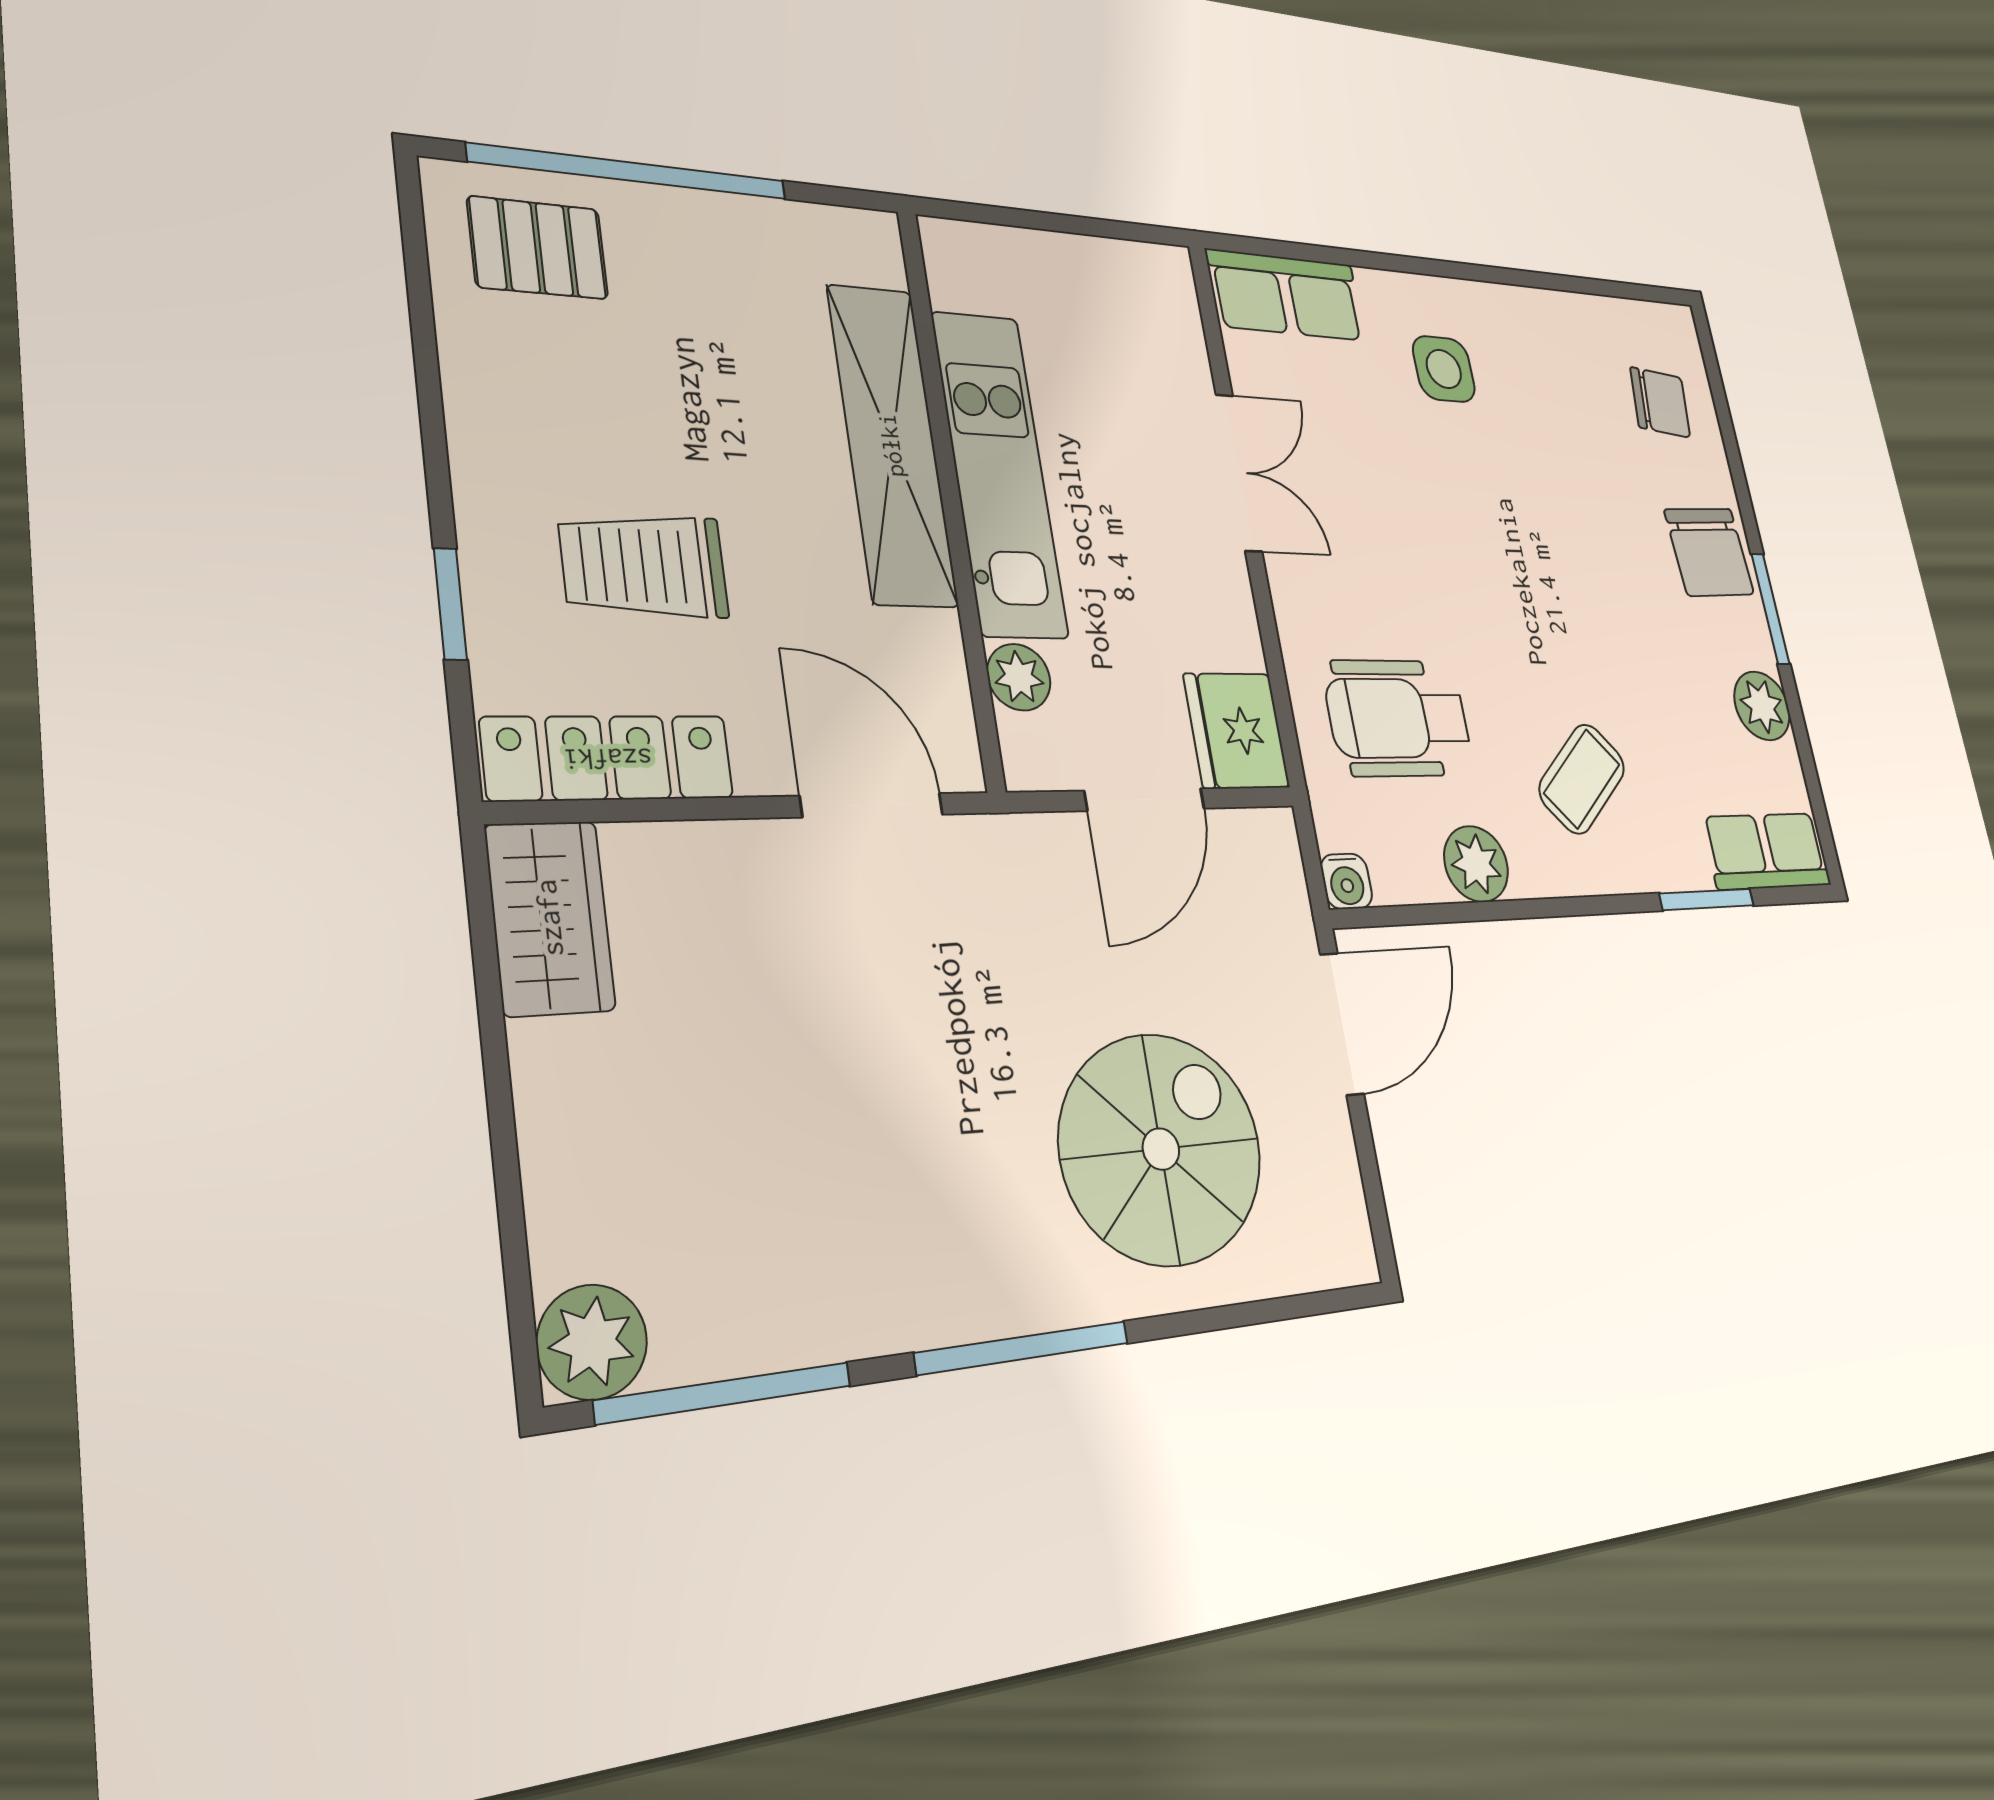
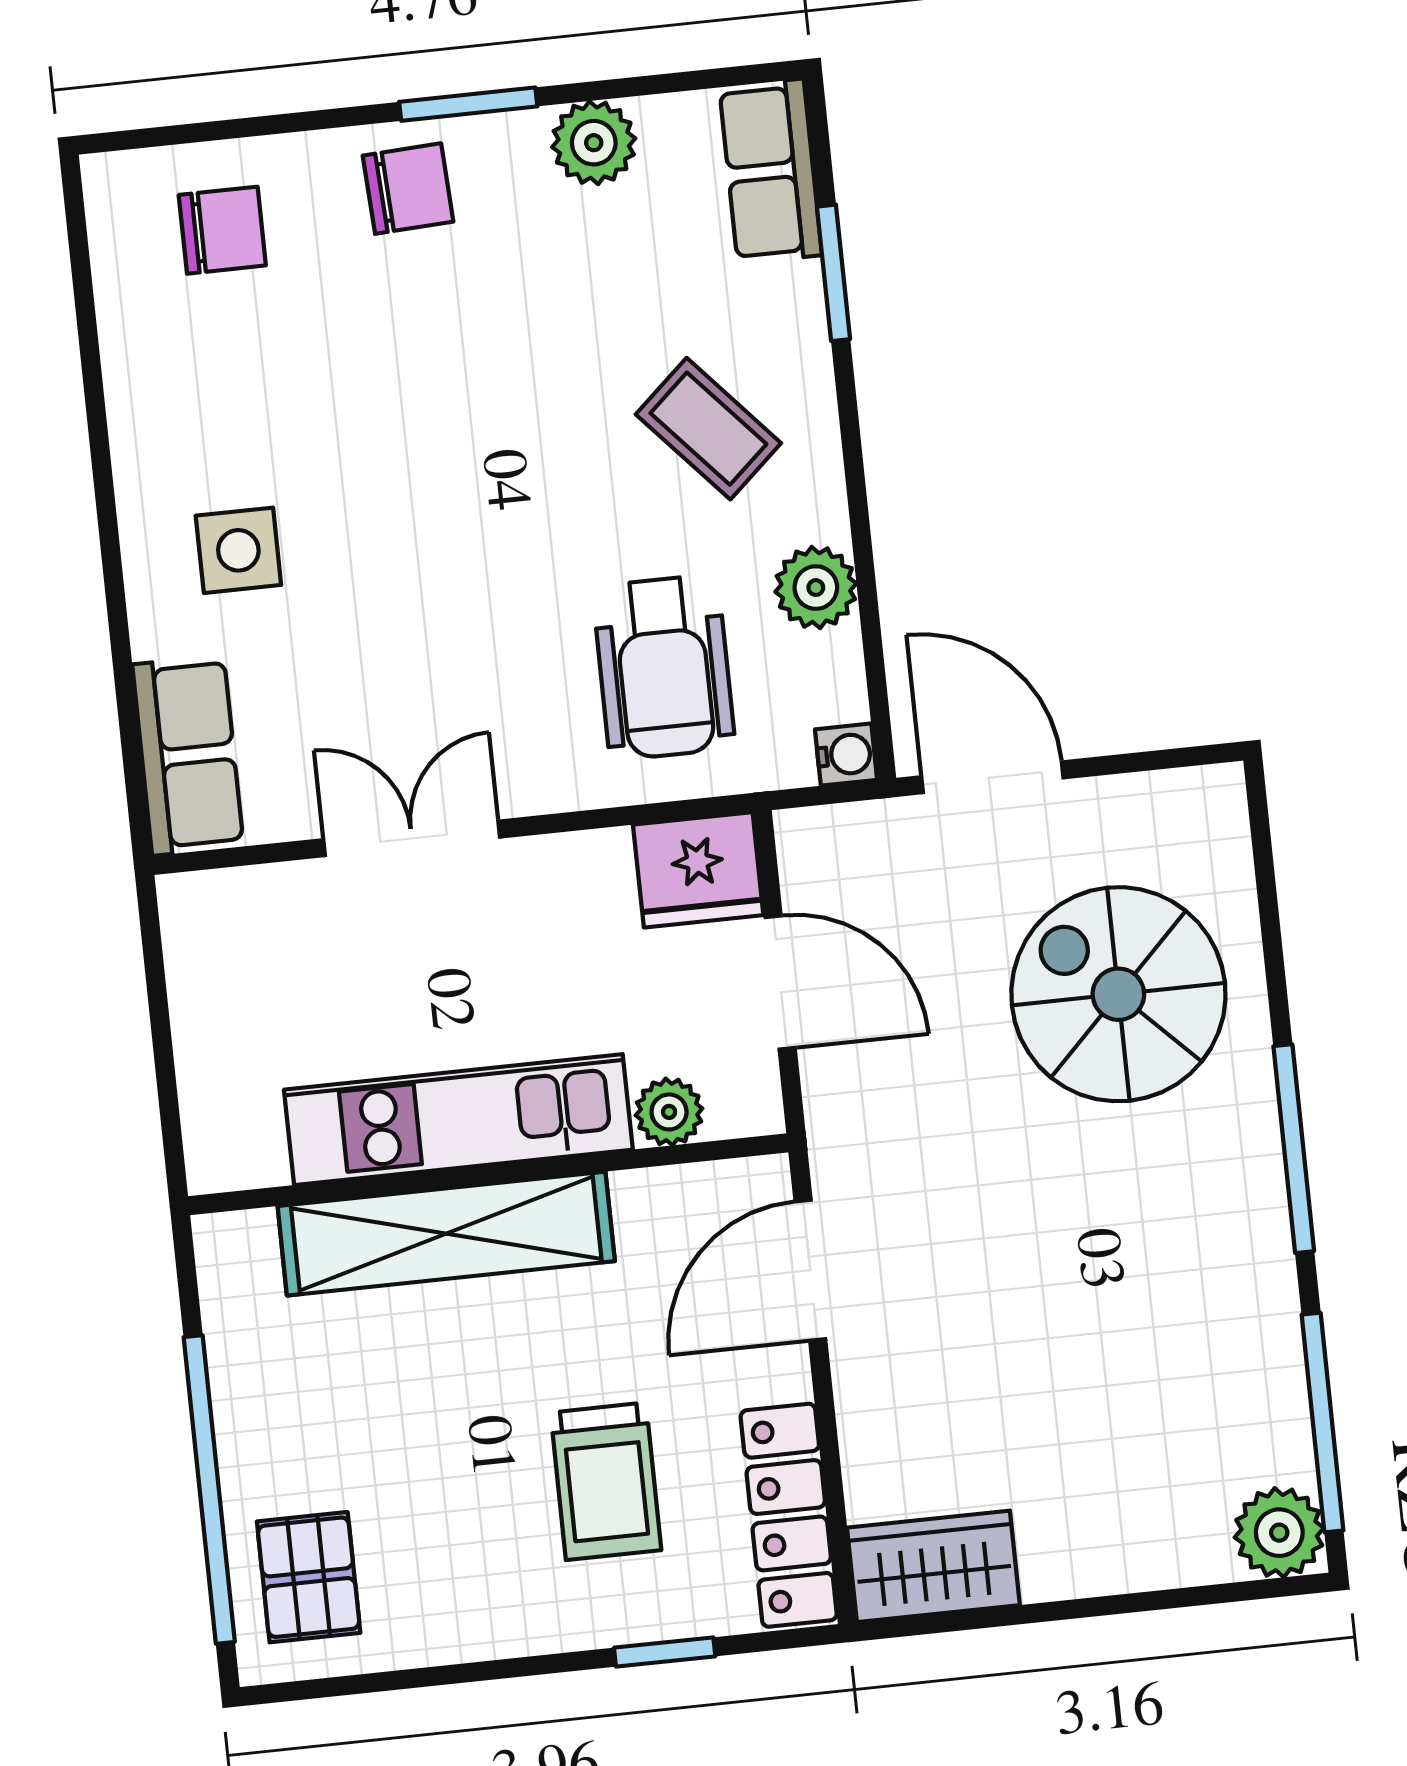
chair: (1660, 402) -> (222, 230), turned 84
chair: (1709, 552) -> (408, 189), width x0.73, depth x0.73

